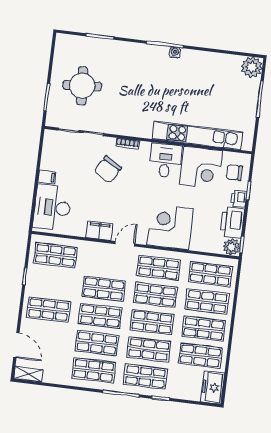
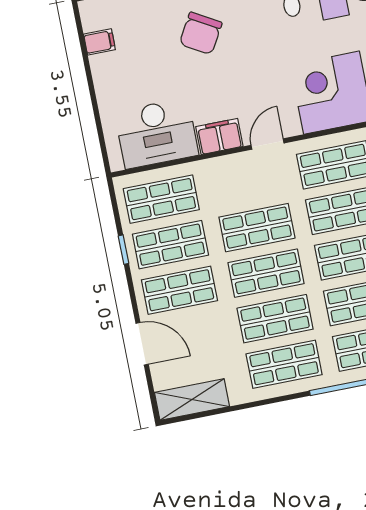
filing cabinet: (47, 177) -> (99, 42), moved
desk: (52, 208) -> (157, 133), moved, turned -90
shop shelf: (52, 282) -> (170, 245), added
door: (16, 345) -> (142, 344), moved
shelving: (28, 374) -> (192, 399), width x1.50, depth x1.33

